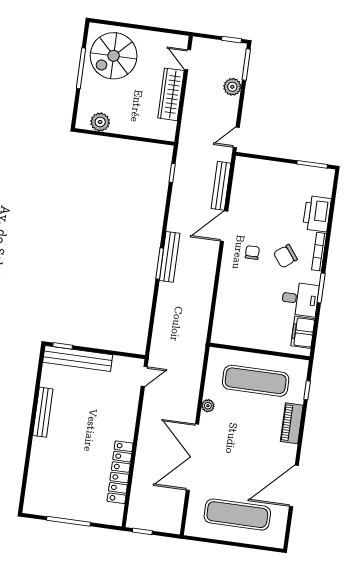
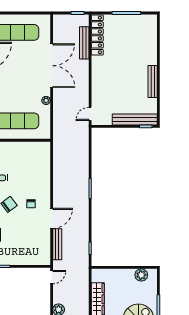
bench: (170, 257) -> (84, 43), moved
locker: (120, 472) -> (97, 35), moved

